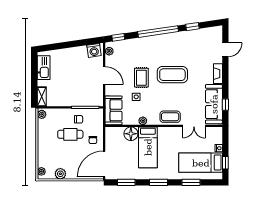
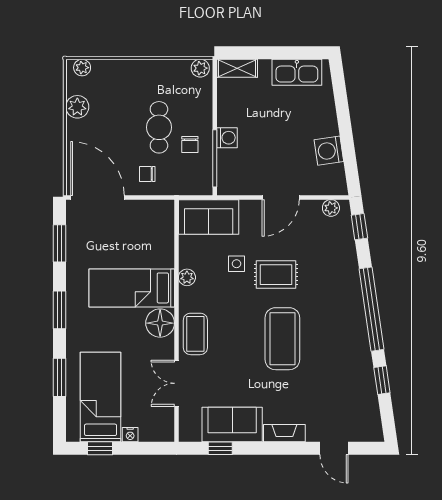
washing machine: (94, 50) -> (329, 151), moved
washing machine: (75, 101) -> (227, 138), added
sofa: (214, 104) -> (232, 425), width x0.73
floor lamp: (131, 134) -> (160, 323), moved

